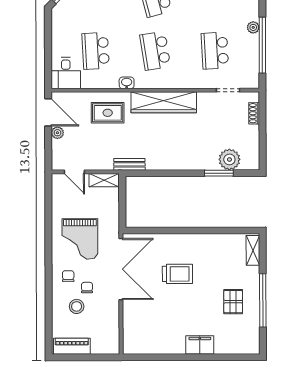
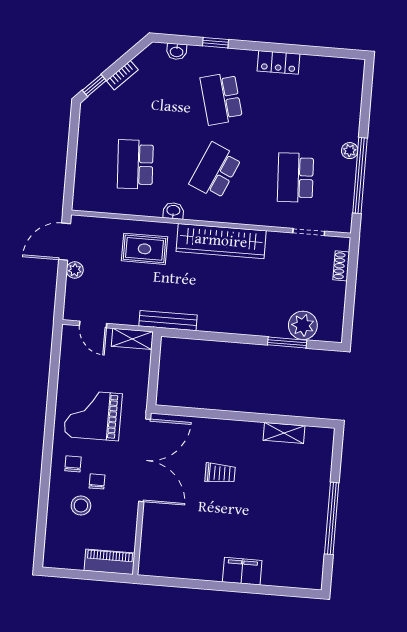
school desk: (155, 51) -> (215, 171), turned 33
desk: (66, 73) -> (93, 191), removed
door: (48, 112) -> (65, 242), swing flipped
bench: (129, 164) -> (168, 321), width x1.36
grand piano: (80, 239) -> (93, 415), turned 90
shelving: (253, 250) -> (284, 433), moved, turned 90
trolley: (177, 274) -> (220, 473), width x0.73, depth x0.72
pallet: (233, 302) -> (292, 517), removed
piano: (72, 346) -> (110, 562), moved

